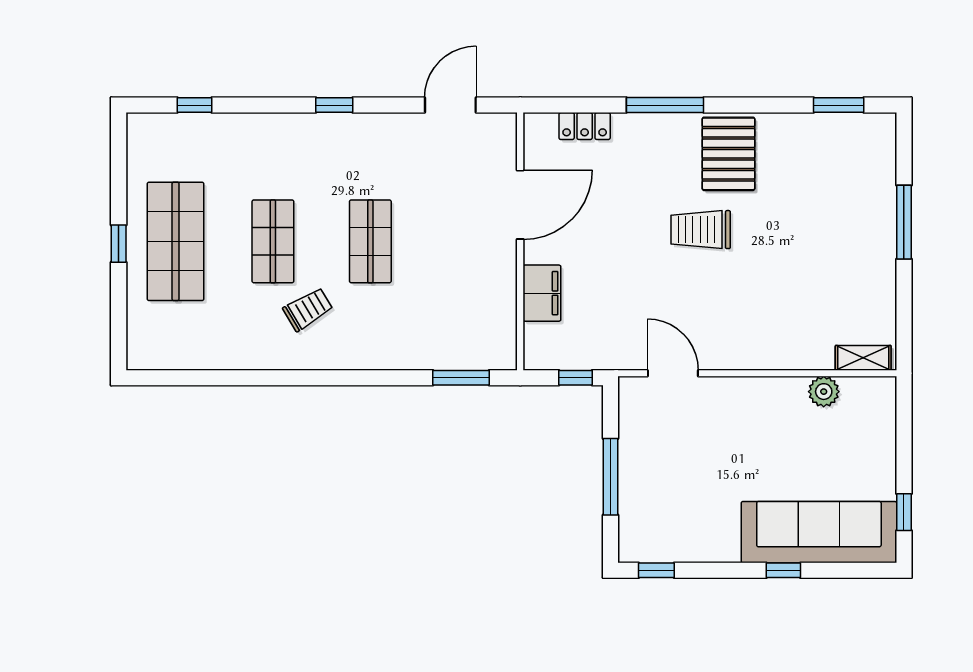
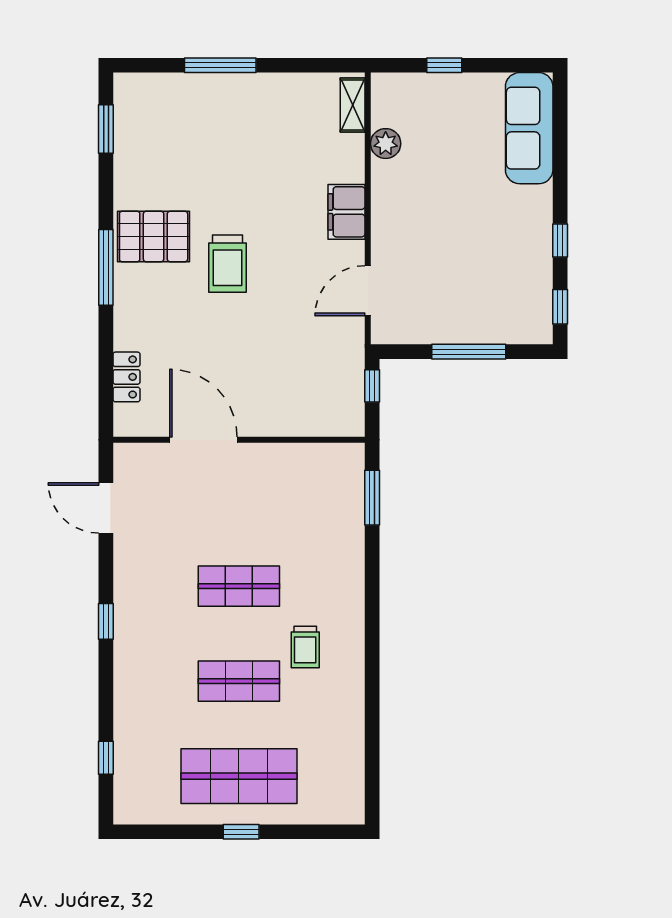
window: (665, 105) -> (106, 267), moved
filing cabinet: (542, 293) -> (346, 212), moved, turned -90
trolley: (308, 309) -> (305, 647), turned -149
window: (904, 512) -> (444, 65), moved
sofa: (819, 532) -> (529, 128), width x0.74, depth x0.79
window: (783, 570) -> (560, 240), moved

